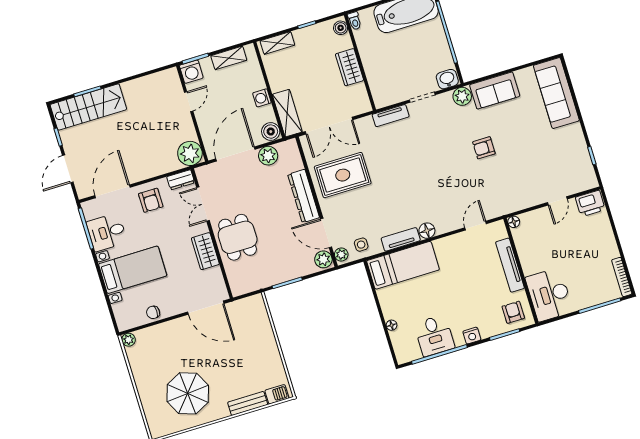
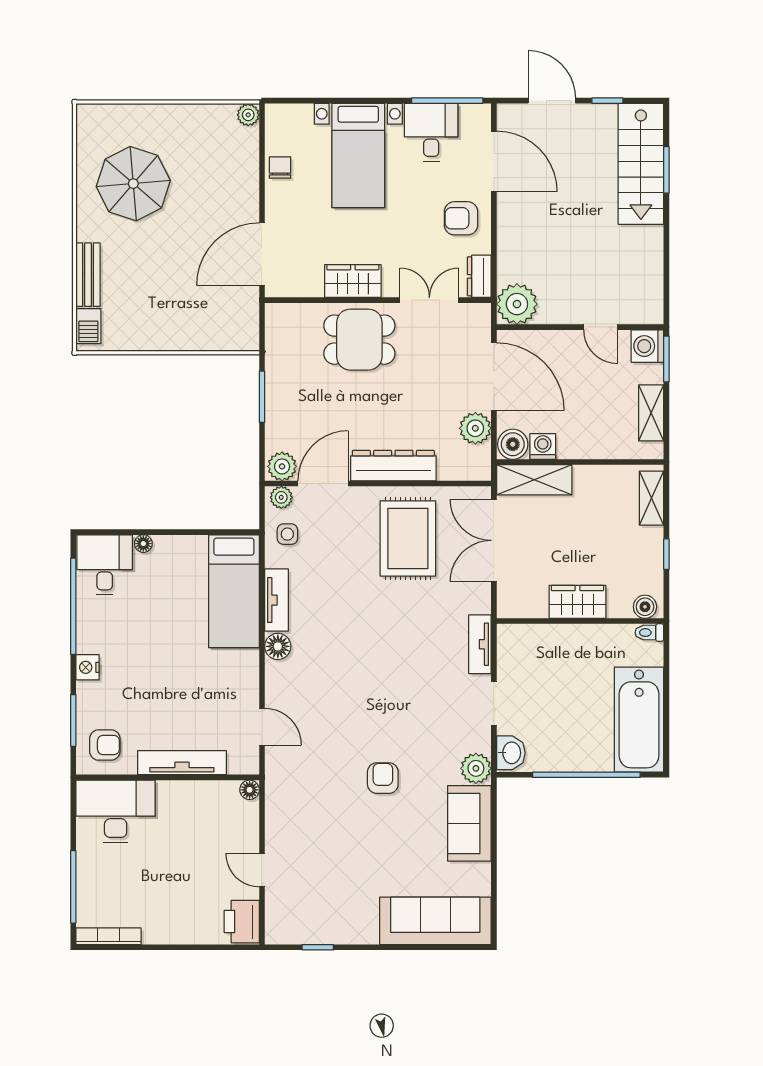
washing machine: (262, 98) -> (543, 446), moved
desk: (434, 336) -> (105, 565), moved, turned 90

